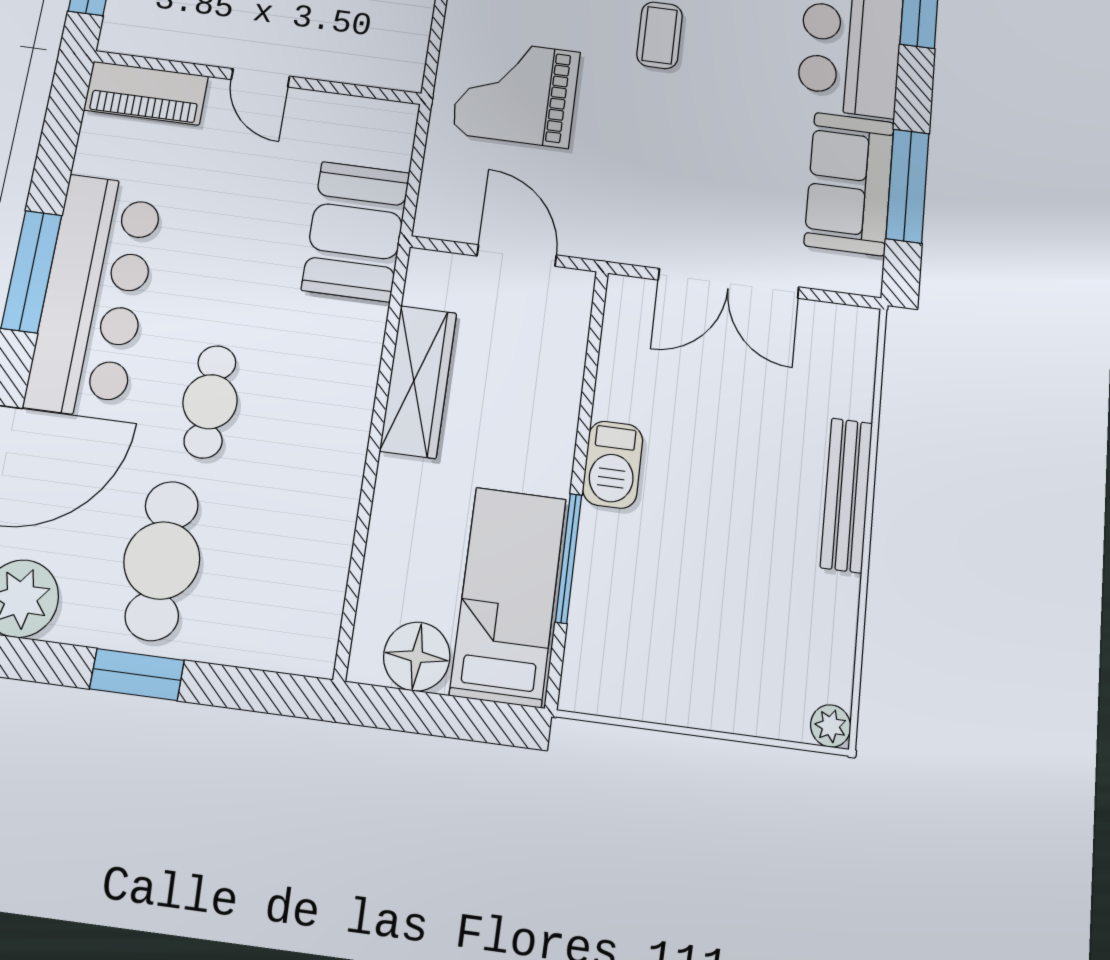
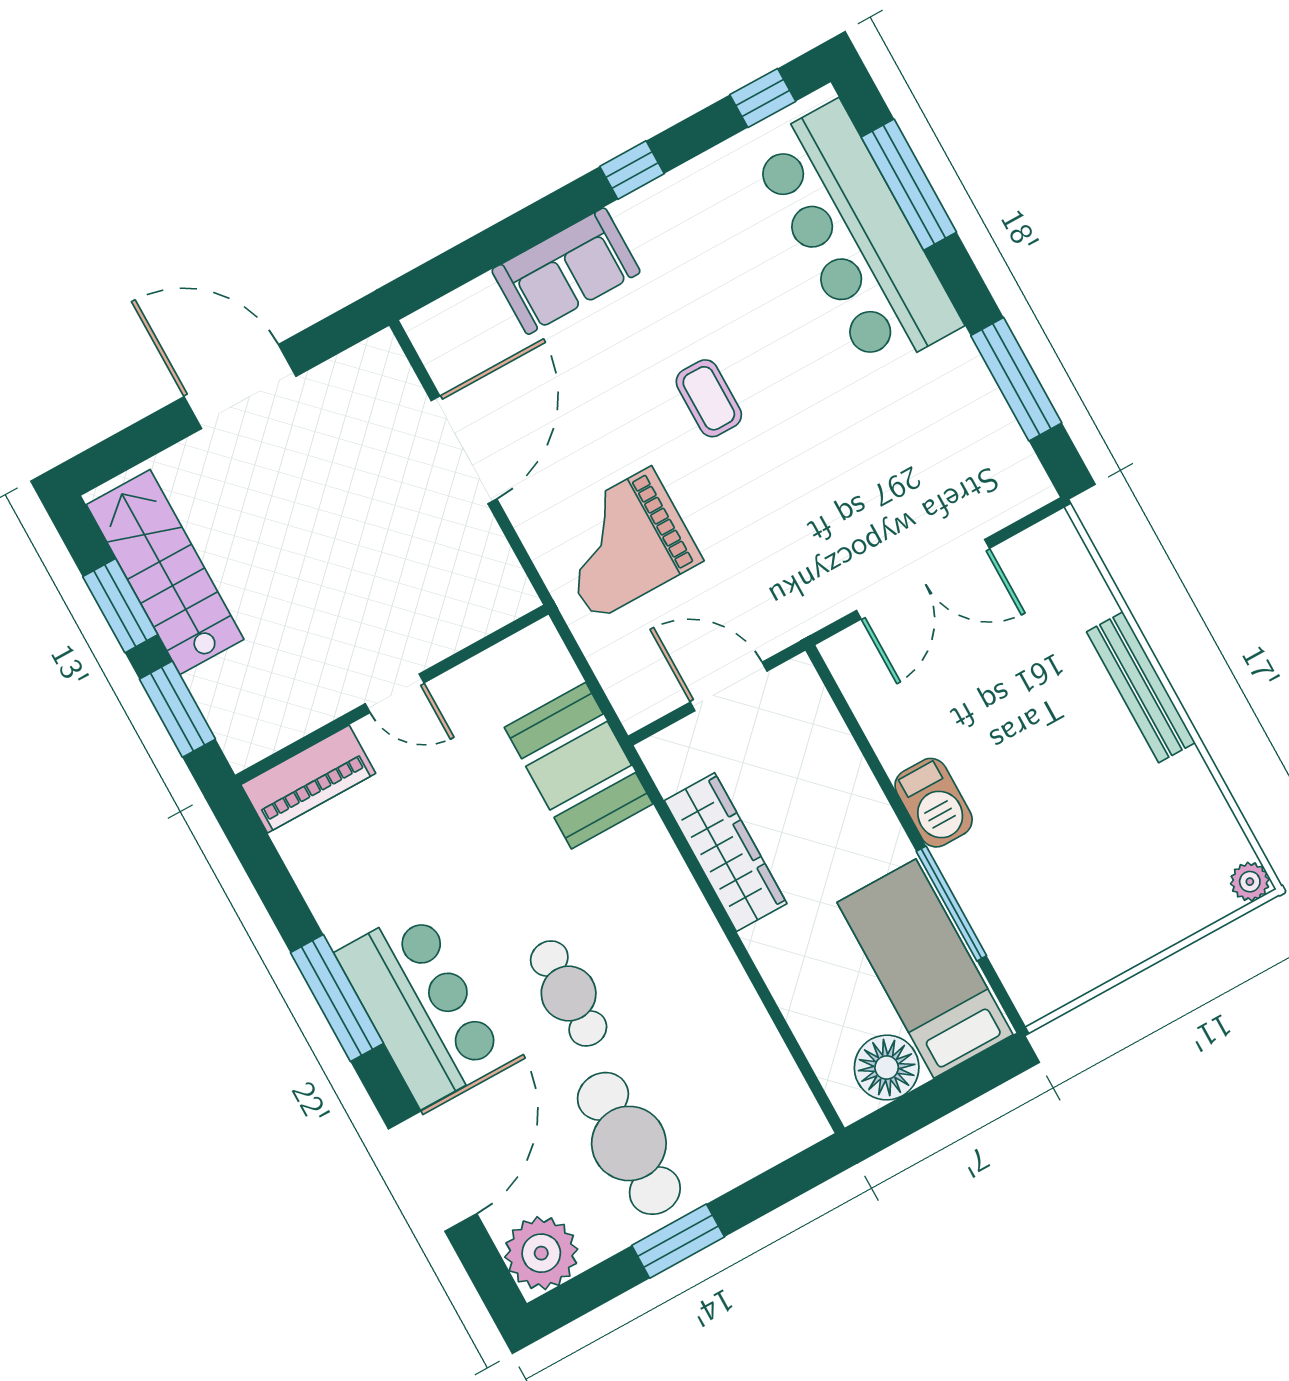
sofa: (849, 184) -> (965, 414), removed
bar counter: (95, 295) -> (421, 1007), width x0.73

